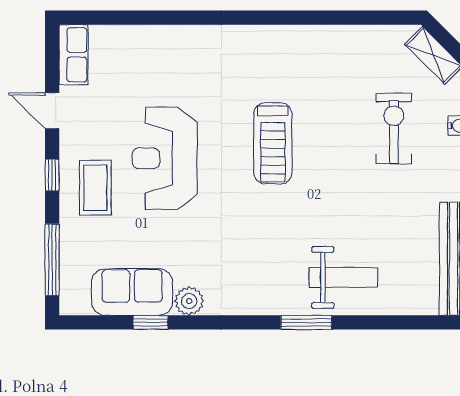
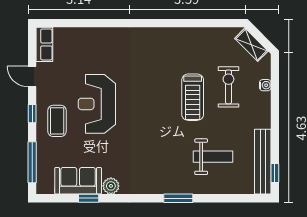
treadmill: (273, 143) -> (193, 97), moved
weight bench: (343, 277) -> (213, 157), moved

